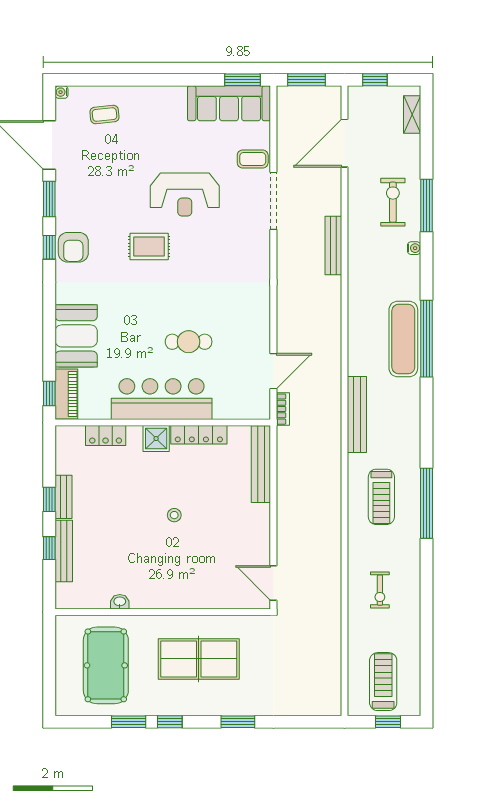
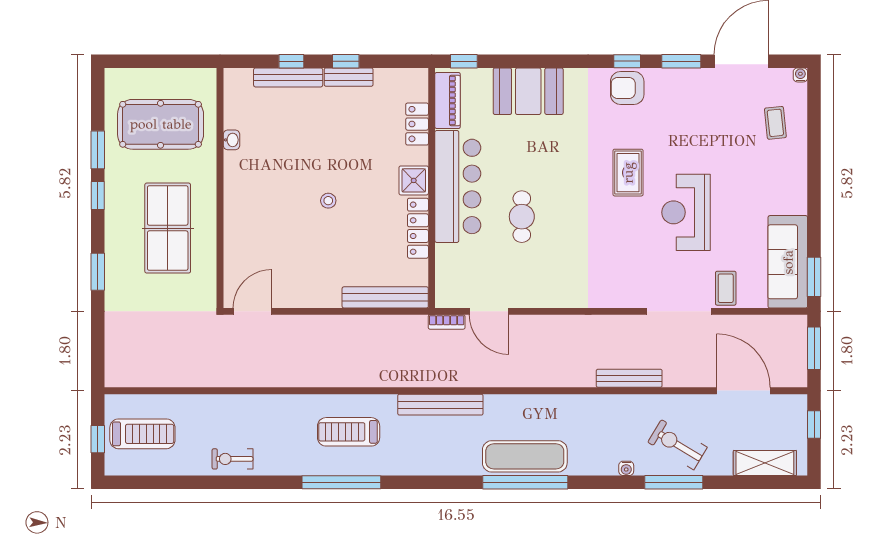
shelving: (412, 114) -> (765, 463), width x1.50, depth x1.33
exercise bike: (393, 202) -> (678, 445), turned -149
piano: (66, 394) -> (448, 100), moved, turned -90
exercise bike: (380, 590) -> (233, 459), moved

